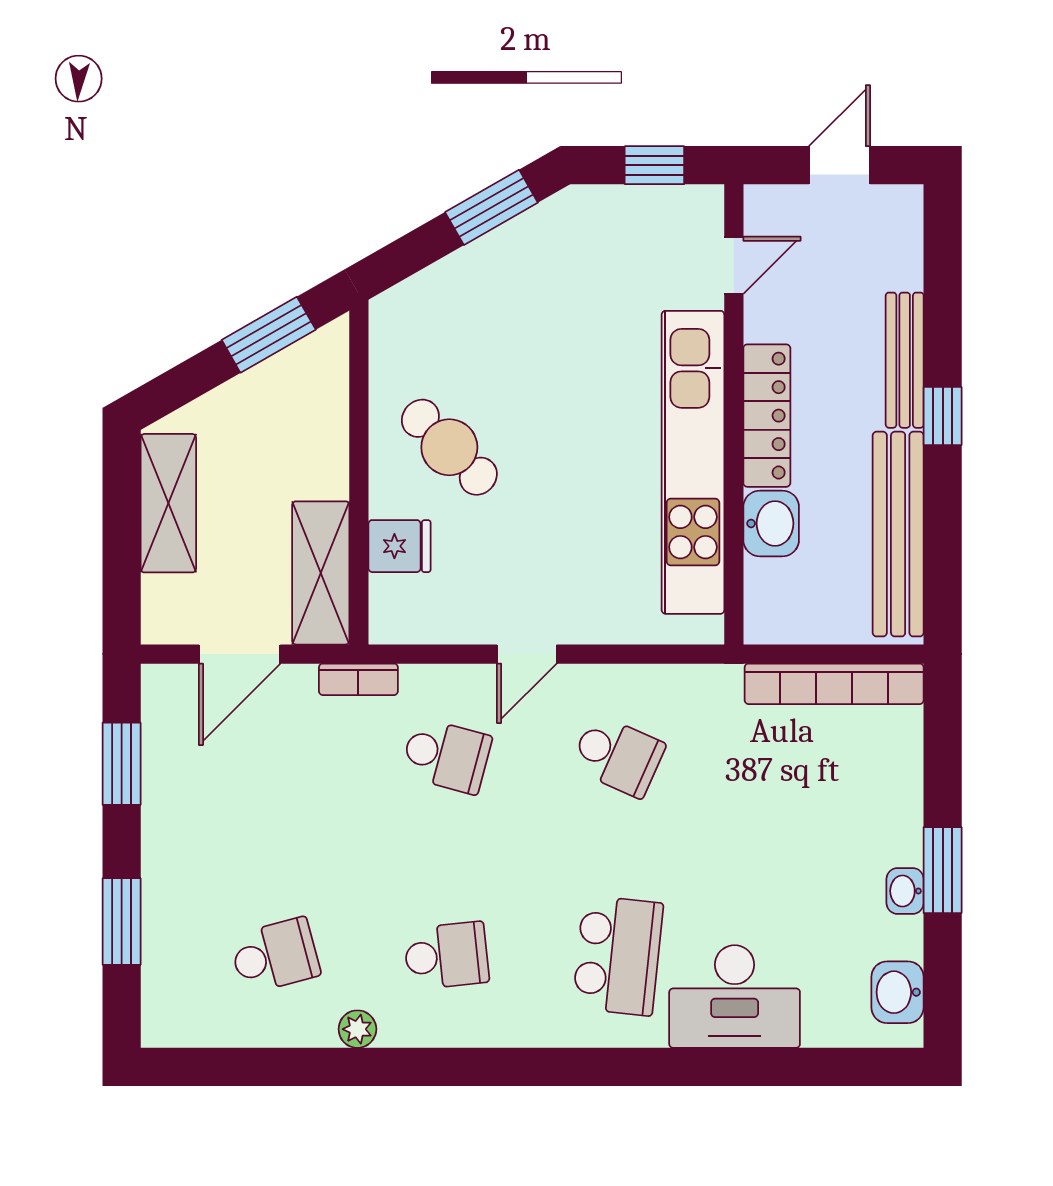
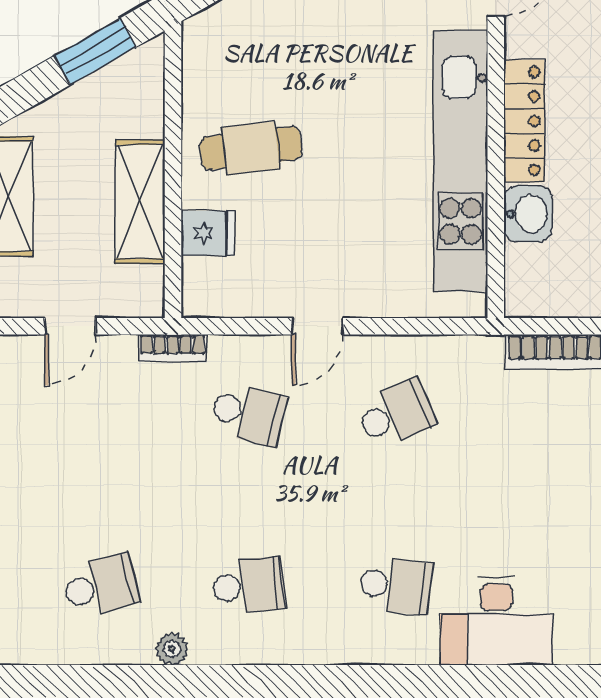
cafe table: (449, 447) -> (251, 148), turned -52
shelving: (321, 573) -> (140, 202), moved
door: (240, 654) -> (70, 326), width x0.73
school desk: (618, 756) -> (396, 414), turned -48
school desk: (618, 956) -> (396, 586), width x0.54

